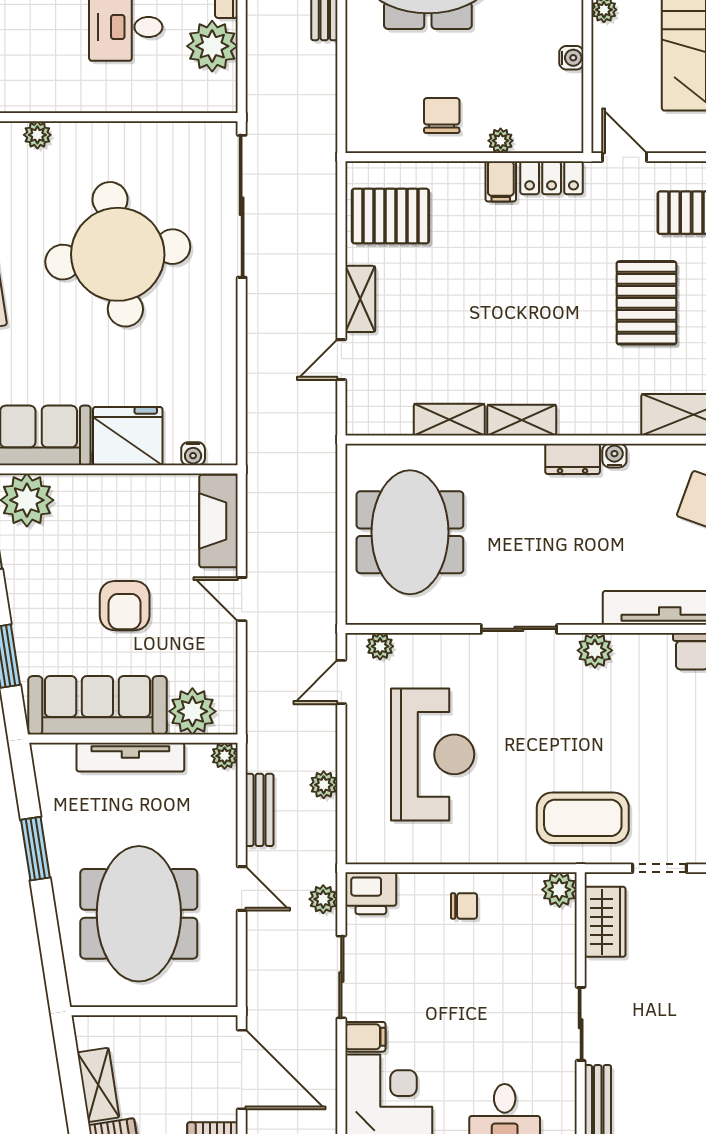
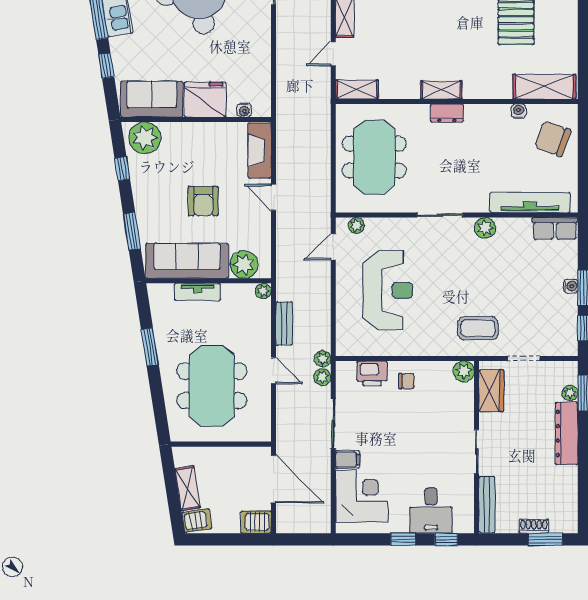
shelving: (449, 420) -> (357, 90), moved
water cooler: (614, 456) -> (518, 111), moved
dresser: (573, 459) -> (447, 113), moved
tv unit: (130, 757) -> (197, 292), width x0.71
plant: (324, 785) -> (323, 359), moved
coffee table: (583, 818) -> (478, 328), width x0.73, depth x0.76
printer: (371, 893) -> (372, 373), moved

